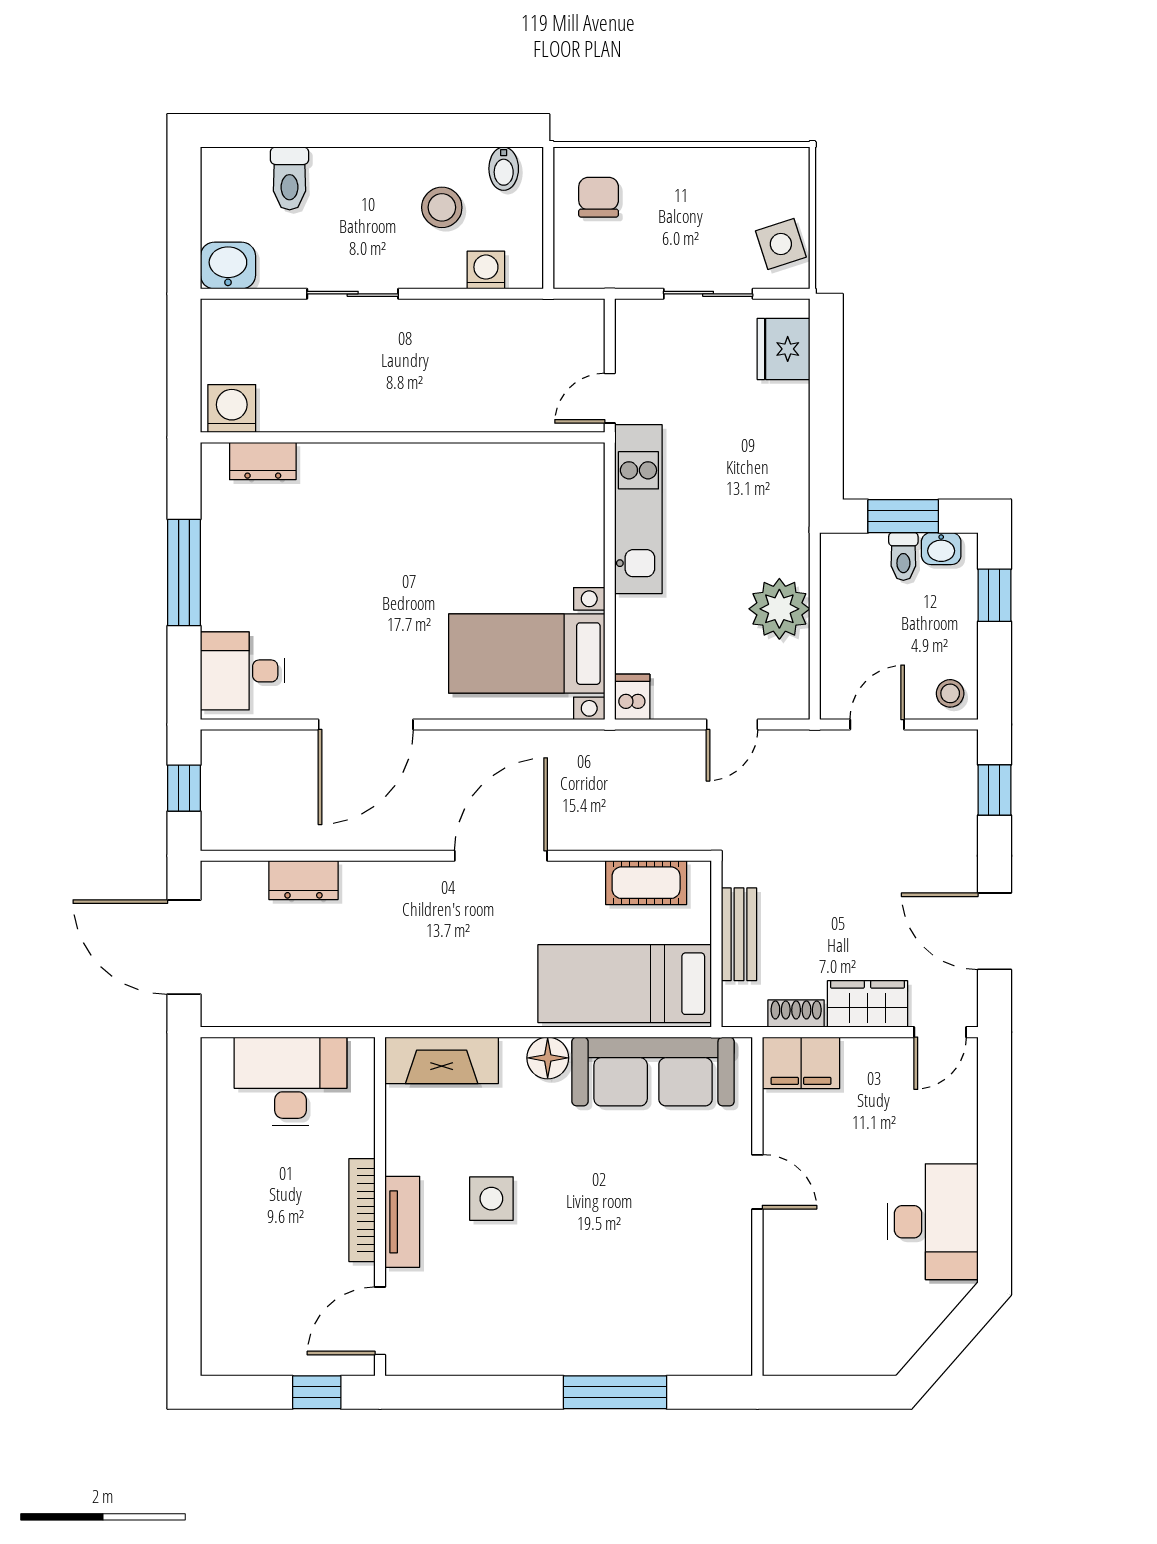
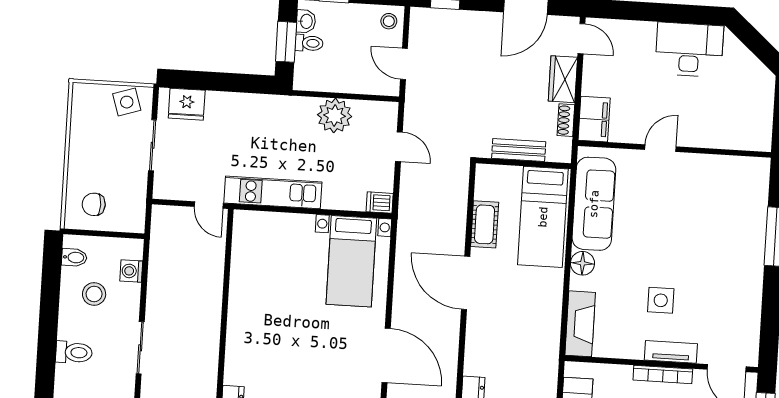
toilet: (290, 178) -> (74, 352), moved
cot: (646, 883) -> (485, 224), moved

